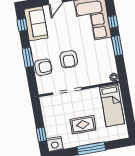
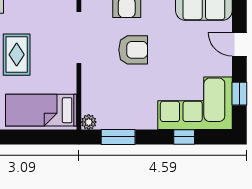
window: (117, 46) -> (118, 137), moved
armchair: (69, 59) -> (133, 50), turned 180

